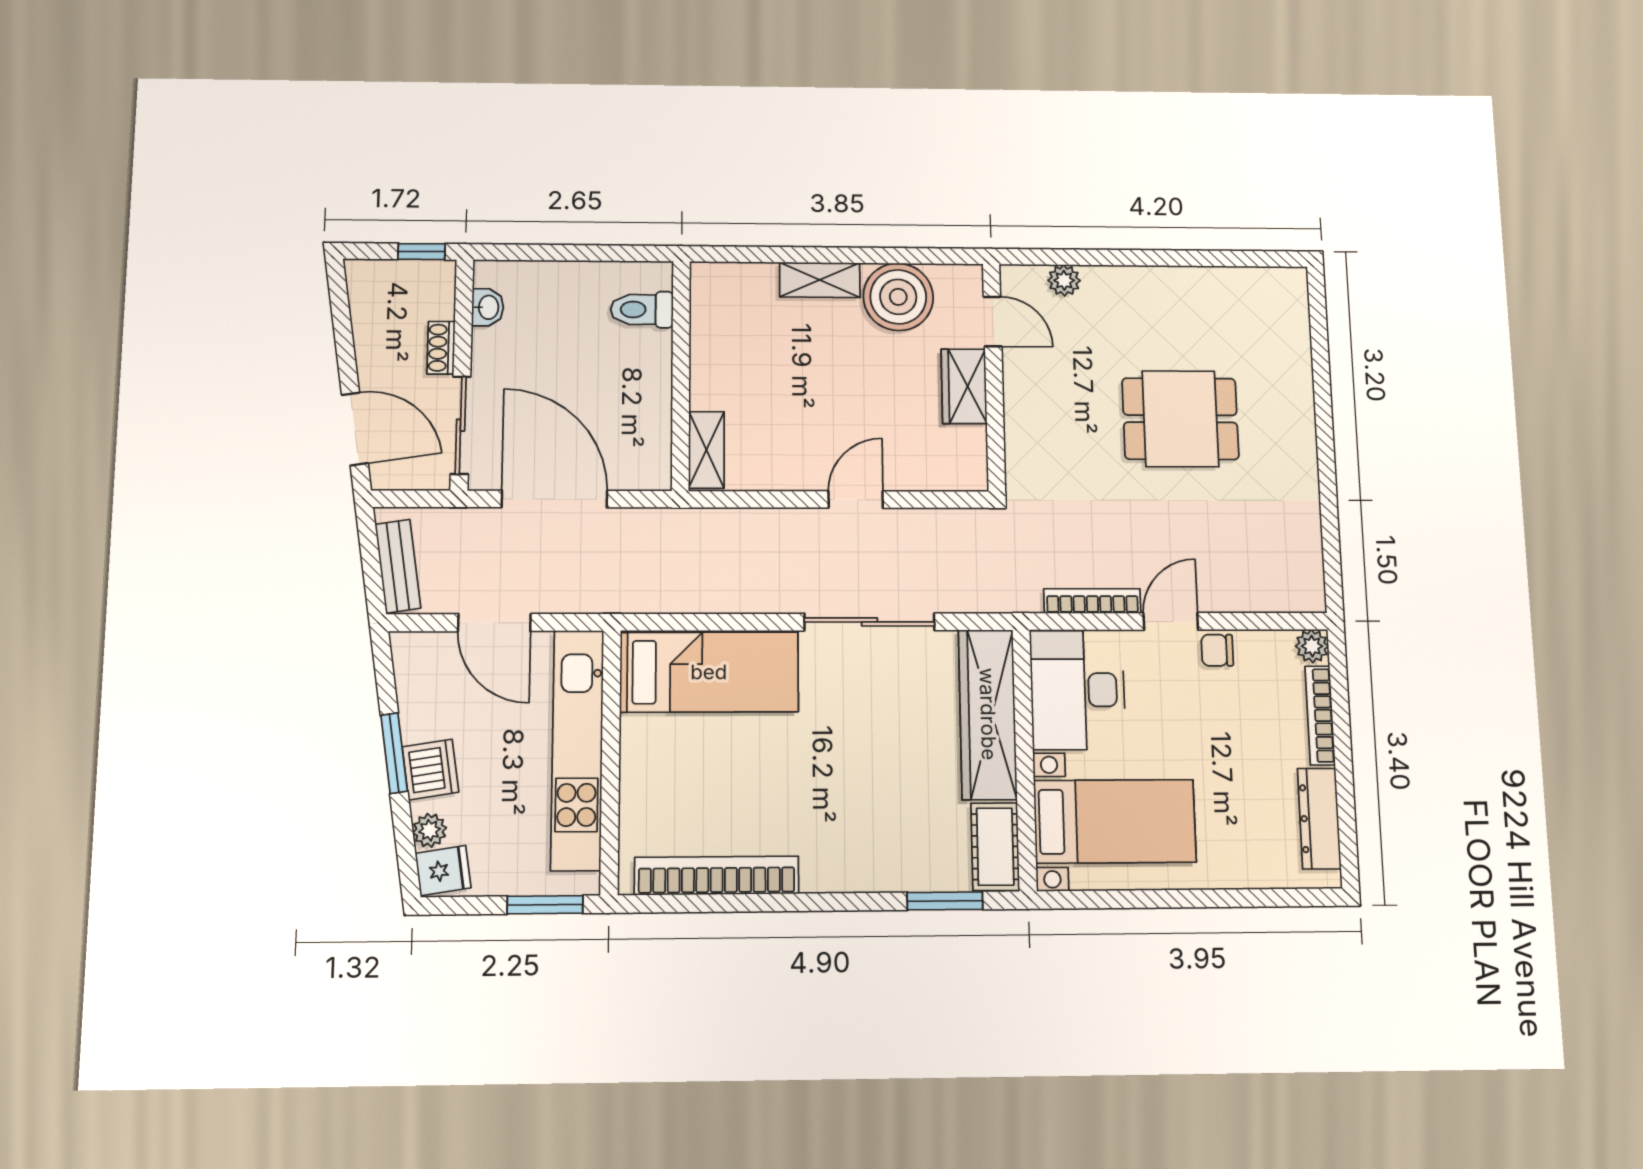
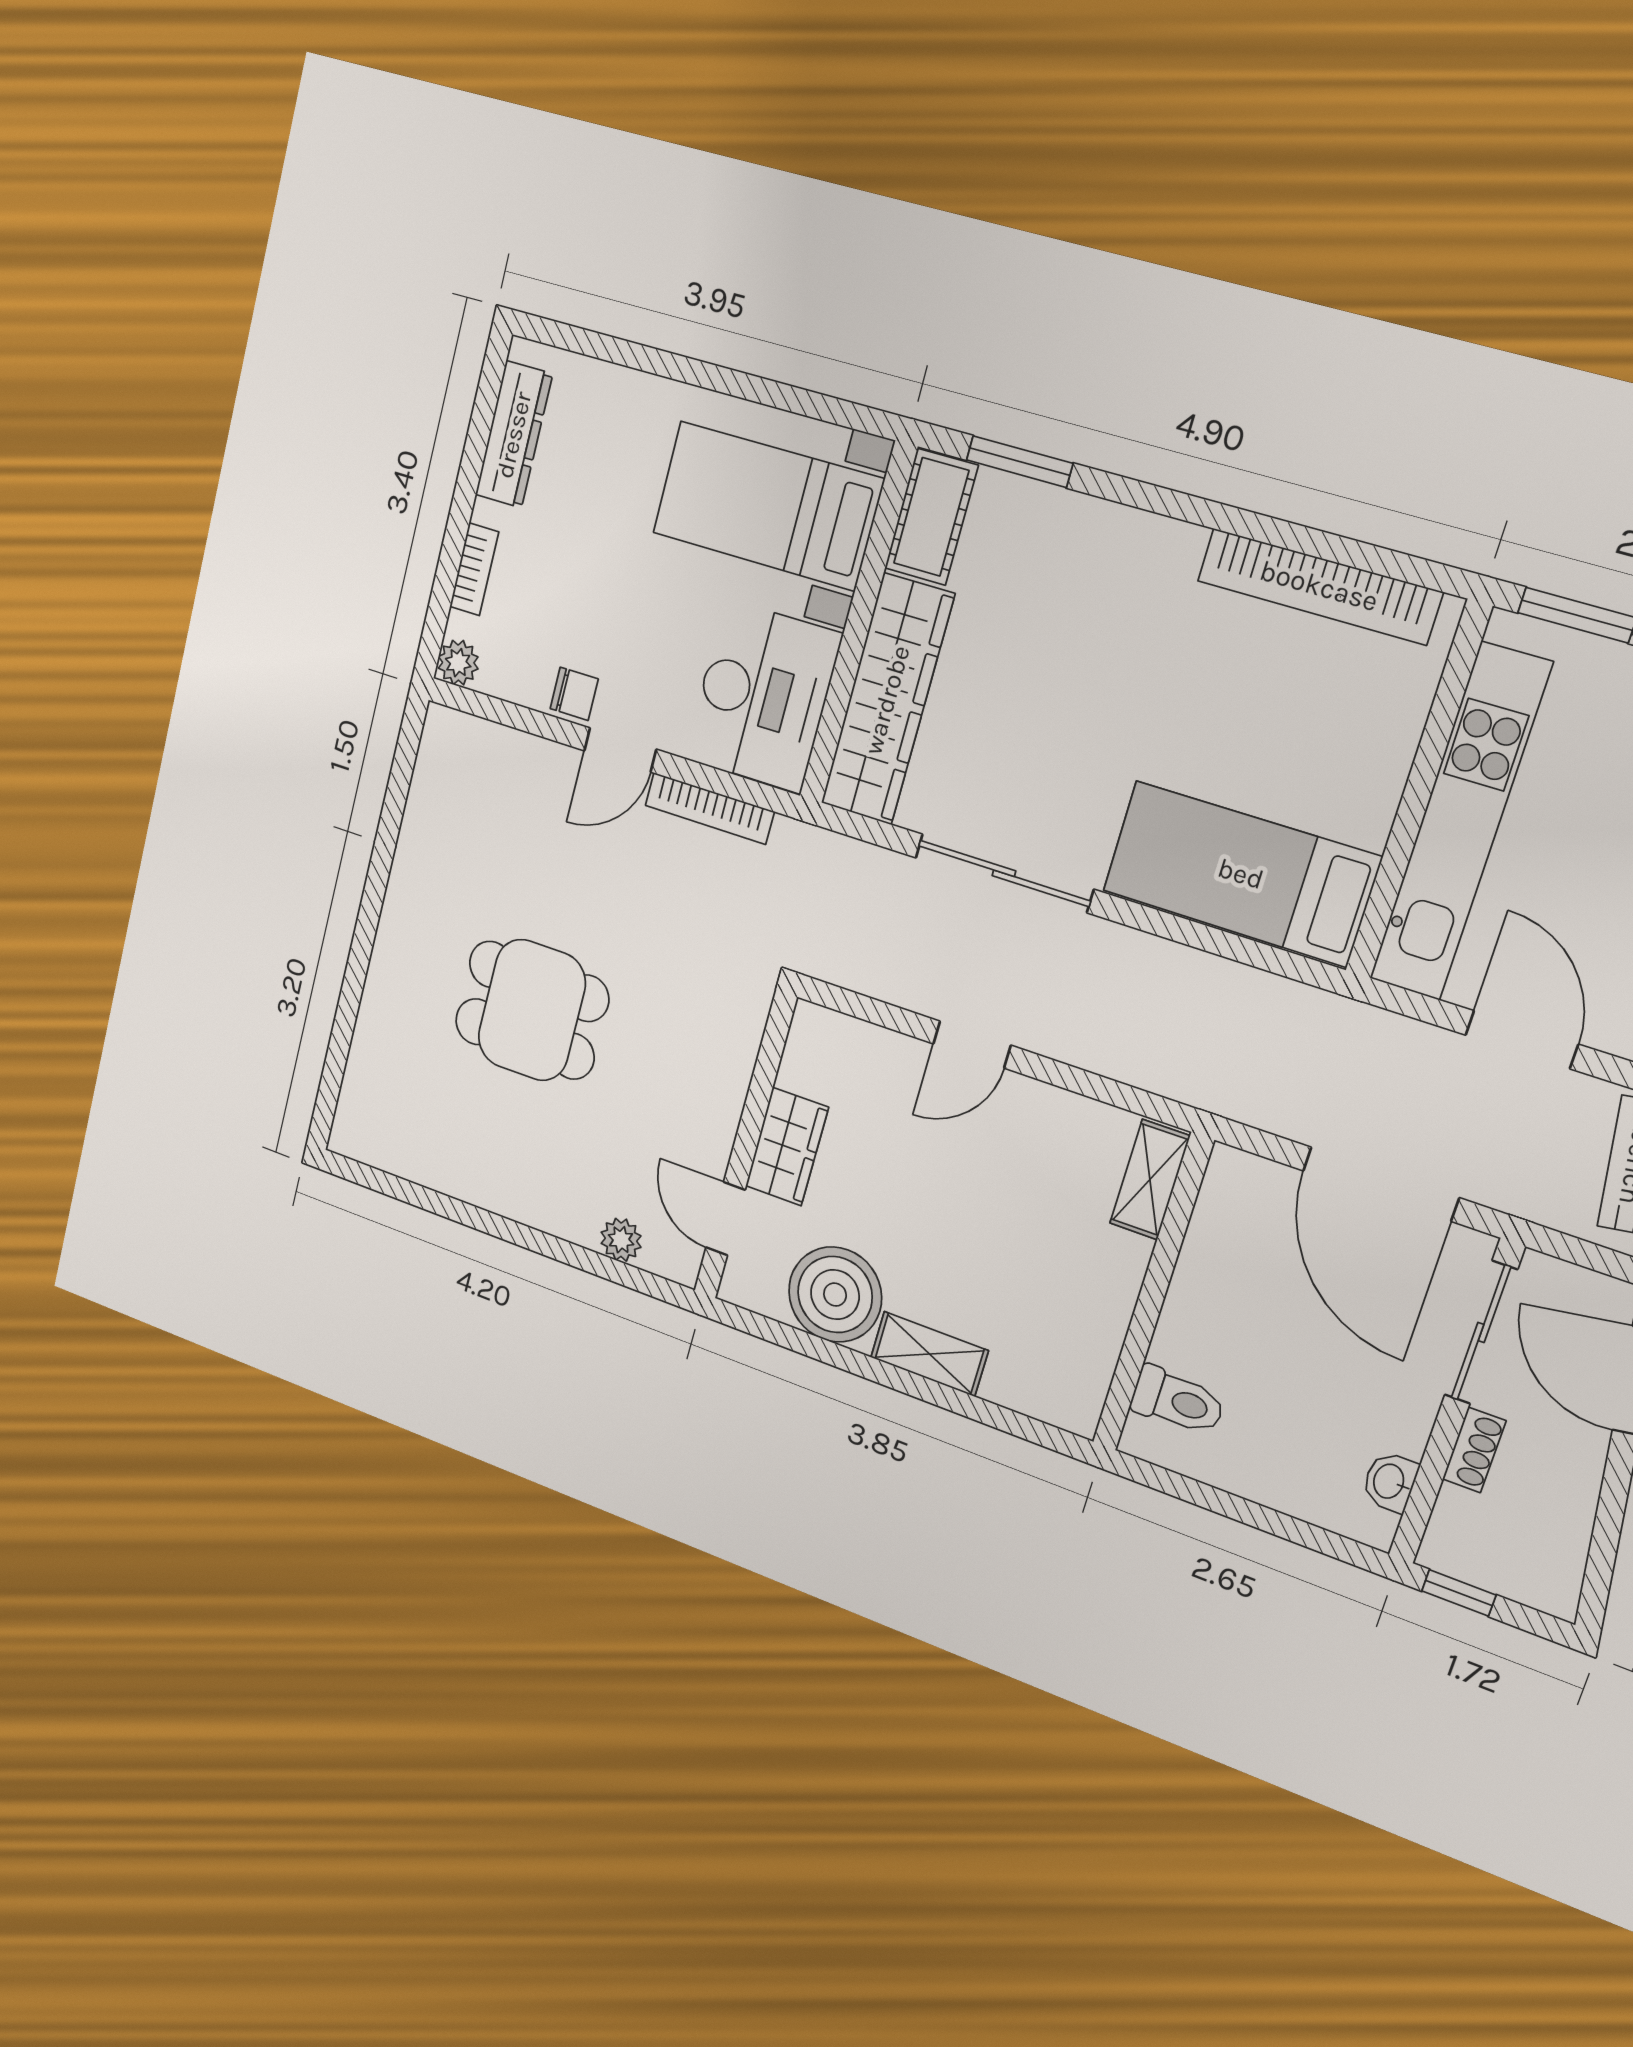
bookcase: (1320, 715) -> (474, 569), width x0.64

